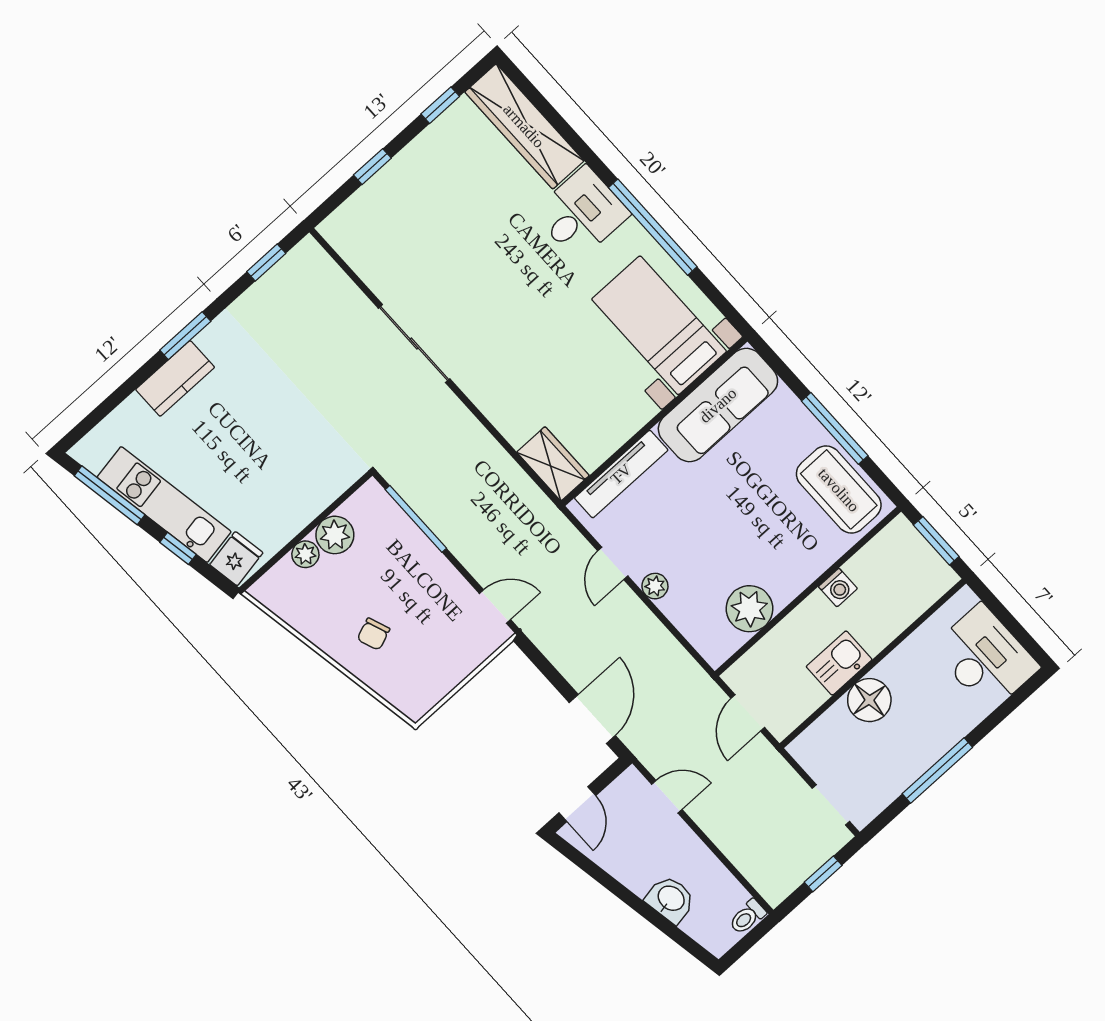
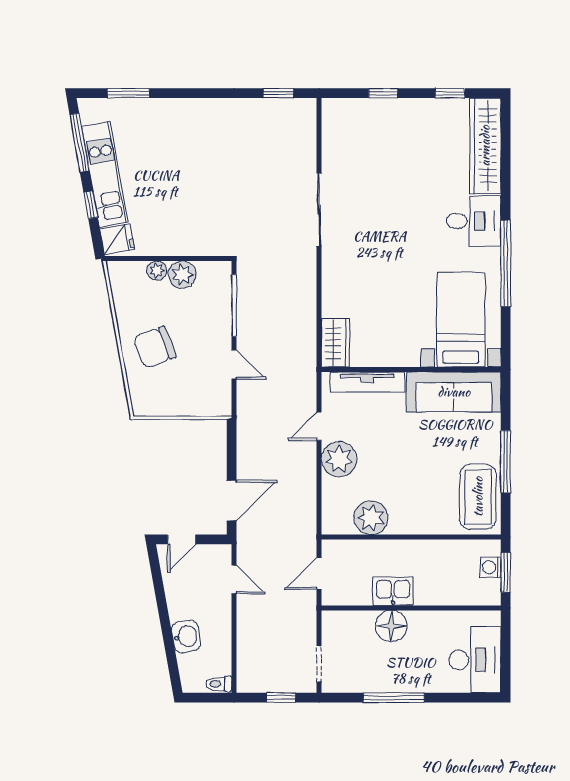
window: (185, 336) -> (128, 93), moved
kitchen counter: (175, 378) -> (172, 111), removed
plant: (655, 586) -> (339, 459), width x1.88, depth x1.88
washing machine: (838, 588) -> (491, 567), moved, turned 90
door: (495, 606) -> (234, 364), moved
chair: (373, 634) -> (155, 347), width x1.87, depth x1.87

